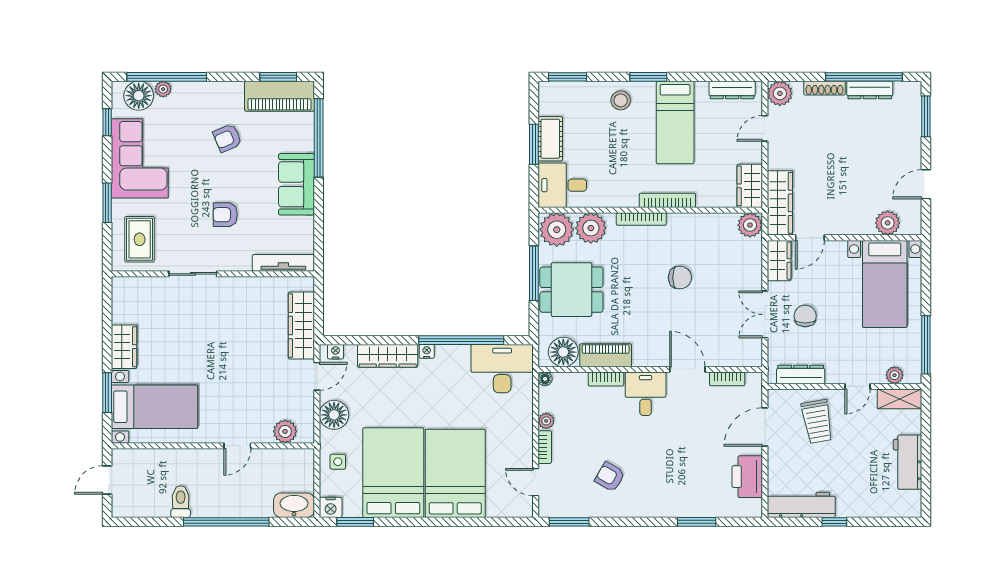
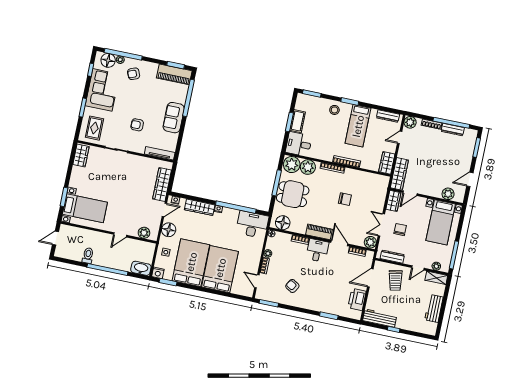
armchair: (227, 138) -> (134, 74), moved
plant: (750, 225) -> (370, 242), moved
wardrobe: (124, 347) -> (81, 156), moved
piano: (606, 355) -> (319, 232), moved

